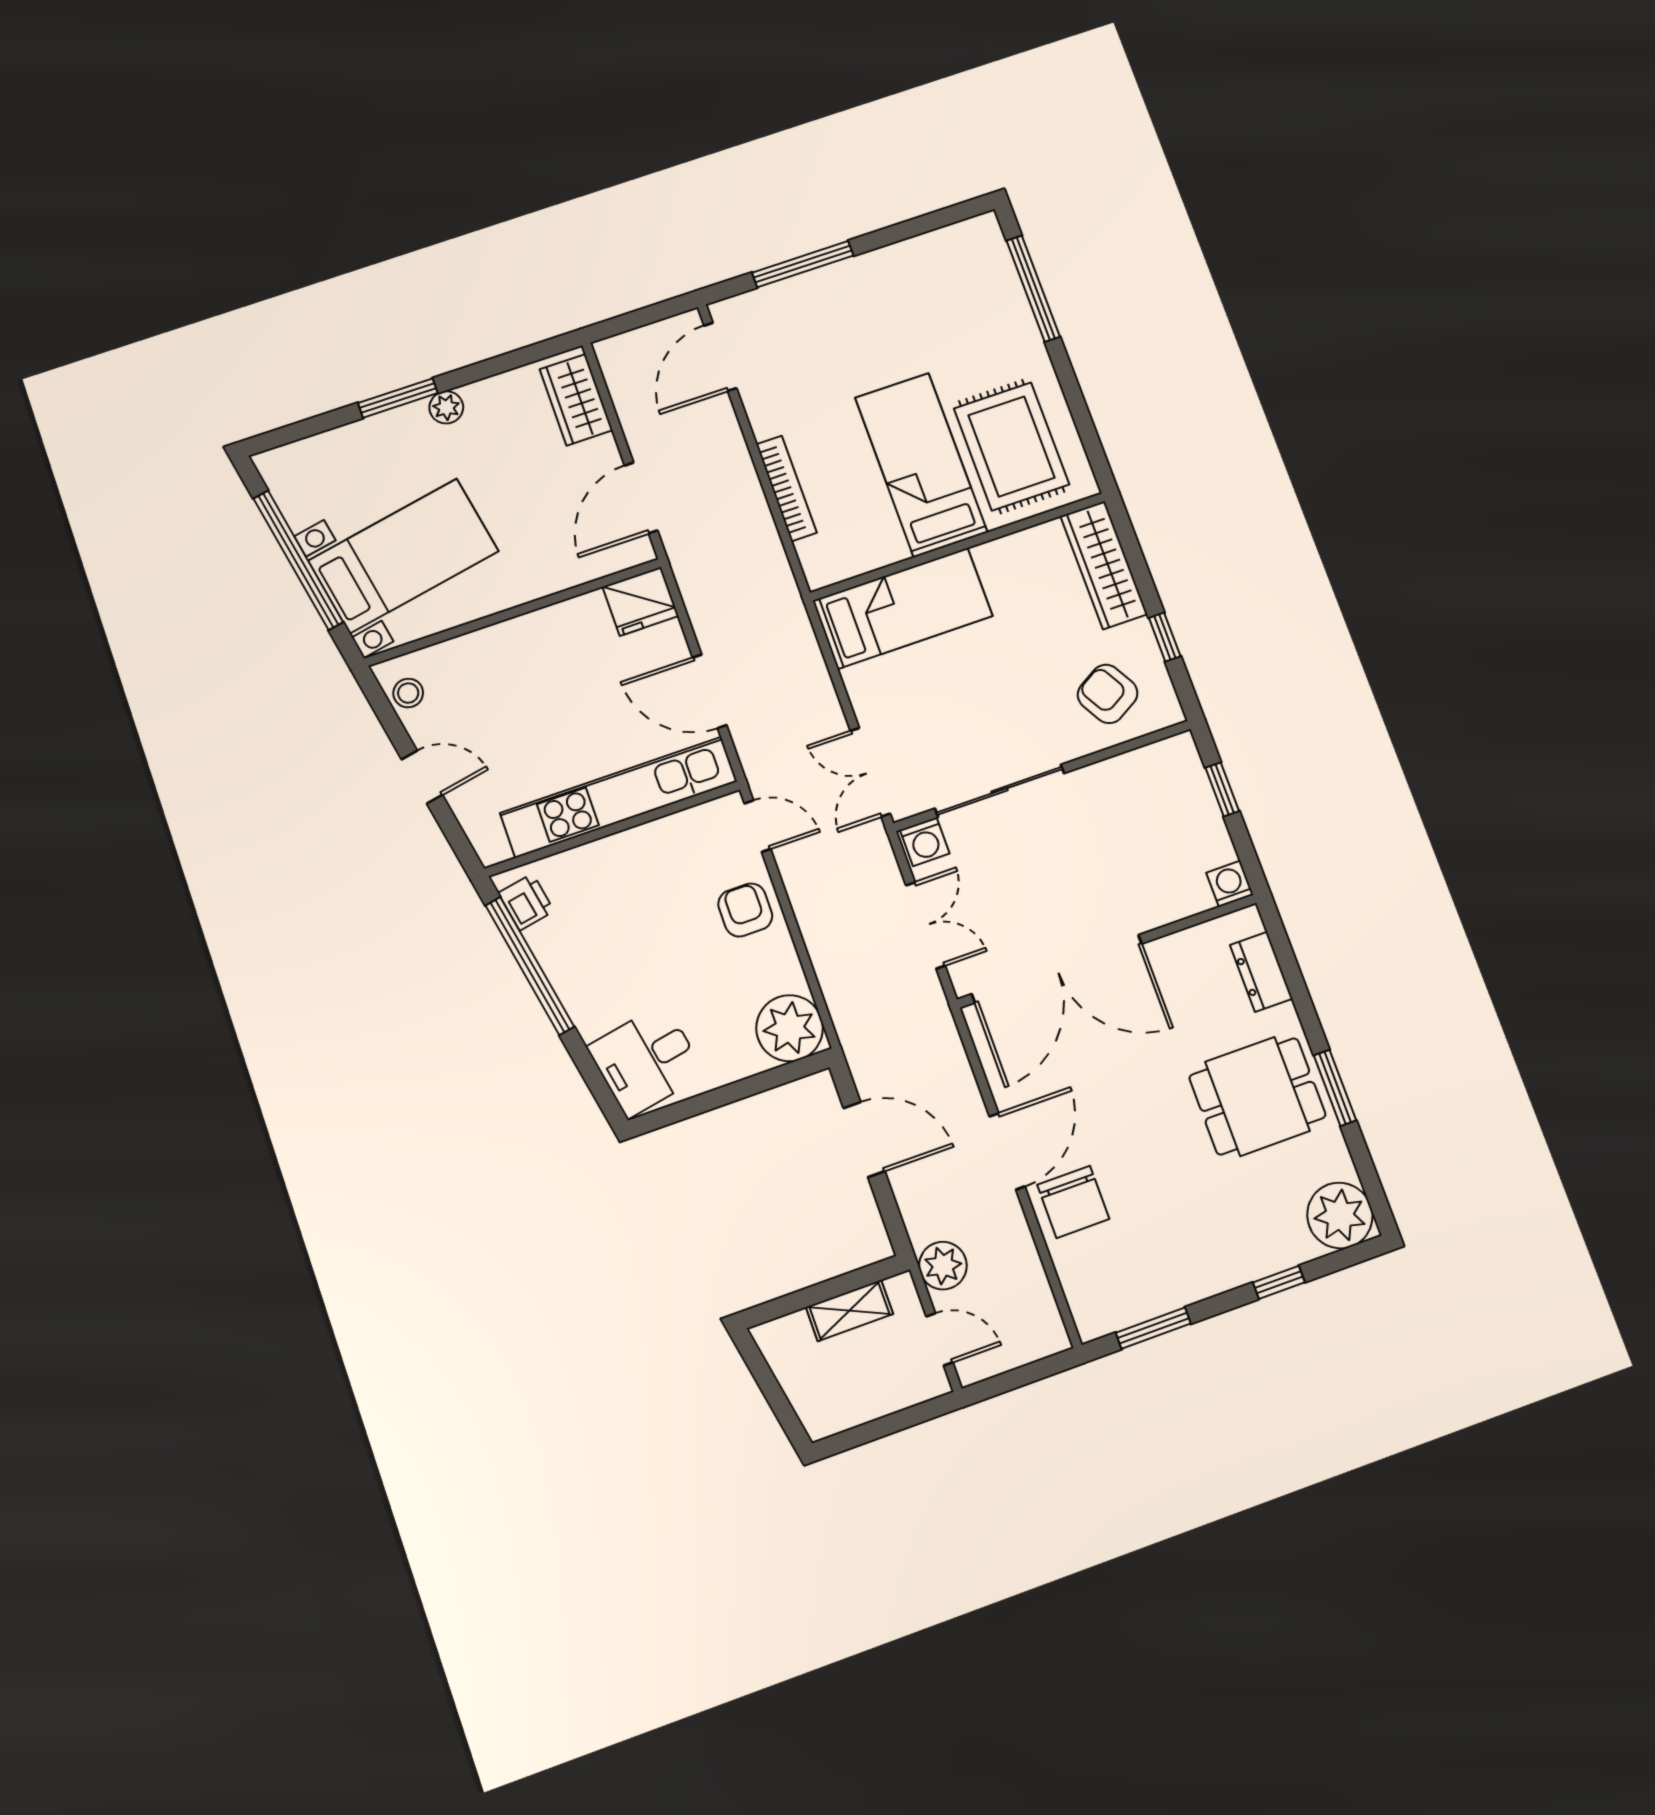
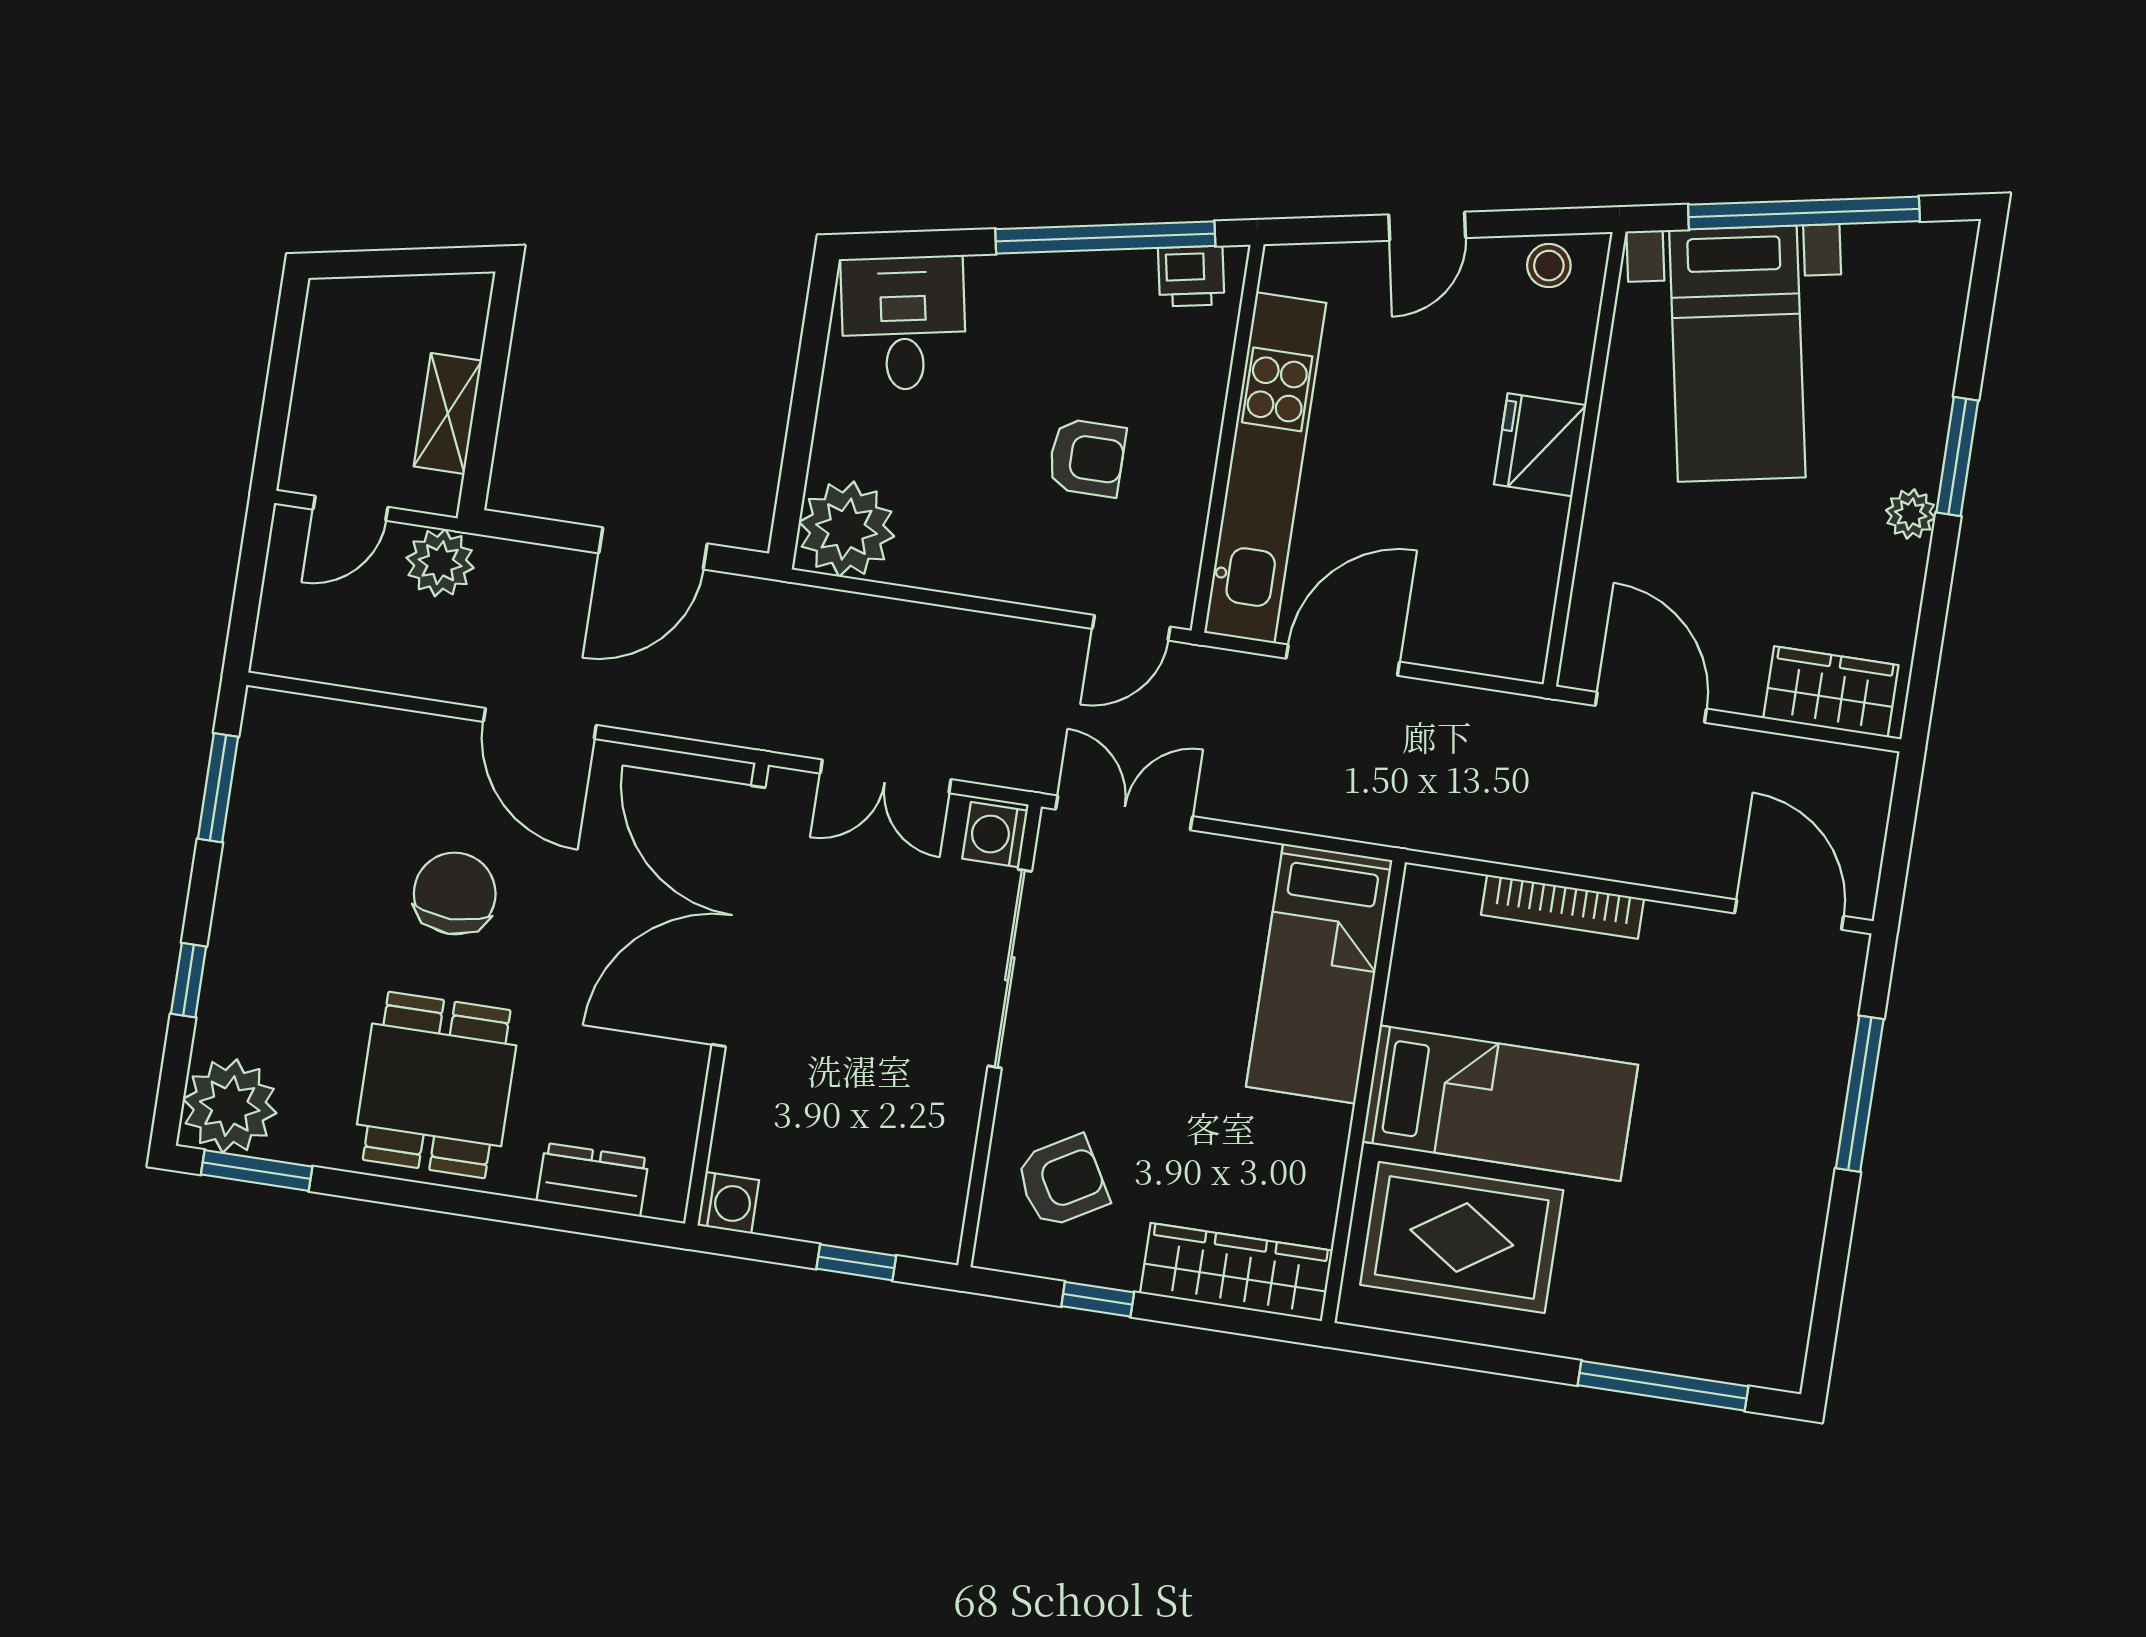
fridge: (640, 601) -> (1540, 445), moved
armchair: (745, 910) -> (1087, 458), moved
window: (1335, 1088) -> (257, 1171), moved
chair: (1073, 1202) -> (455, 893), moved, turned 90

